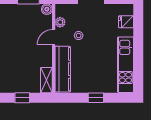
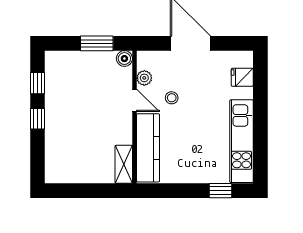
door: (54, 37) -> (135, 100), swing flipped
window: (22, 98) -> (88, 191), removed
window: (96, 98) -> (221, 191), moved

